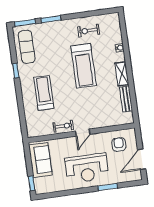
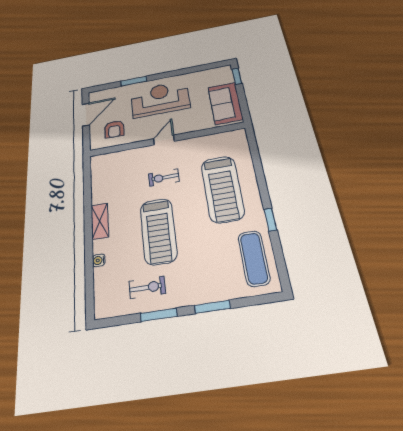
window: (25, 23) -> (159, 315), moved
treadmill: (84, 66) -> (158, 231), turned 180
treadmill: (44, 93) -> (222, 189), width x1.37, depth x1.38
bench: (126, 99) -> (98, 186), removed
exercise bike: (63, 126) -> (164, 178), moved

